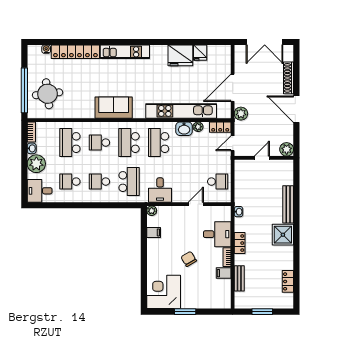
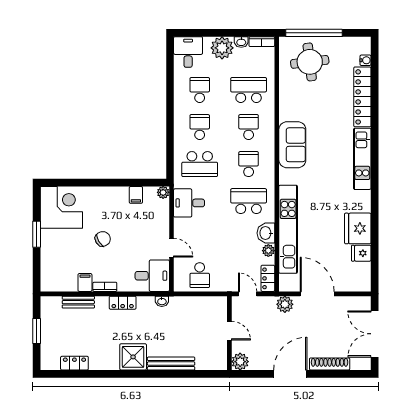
school desk: (129, 143) -> (249, 164), width x0.54
desk: (217, 234) -> (152, 276), moved, turned -90

